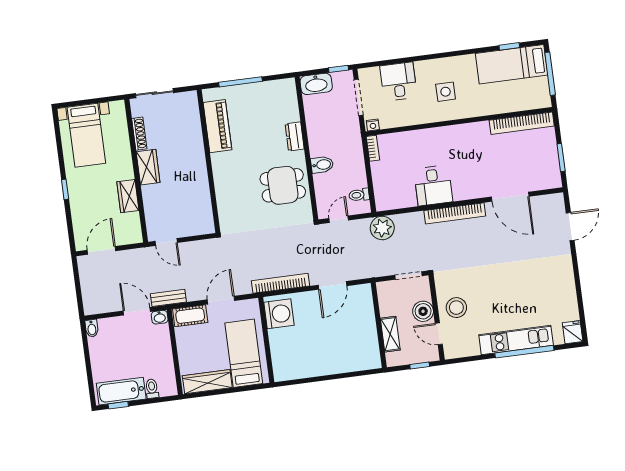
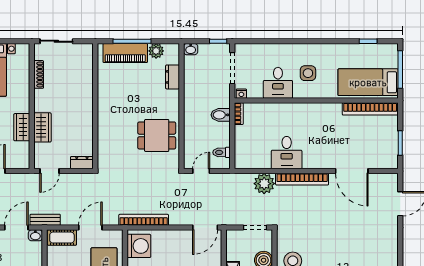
bed: (512, 64) -> (368, 82), moved
desk: (398, 81) -> (278, 83), moved, turned 180
washbasin: (316, 84) -> (191, 49), width x0.52, depth x0.69
plant: (269, 89) -> (156, 51), added
piano: (217, 126) -> (125, 53), moved, turned 90
dresser: (295, 136) -> (173, 77), moved
bidet: (322, 165) -> (221, 115), moved, turned 180
wardrobe: (148, 167) -> (42, 127), moved
dresser: (202, 227) -> (82, 163), added
plant: (382, 228) -> (264, 184), moved
door: (166, 242) -> (50, 171), hinge flipped
door: (332, 285) -> (205, 228), moved
door: (137, 311) -> (16, 228), hinge flipped

